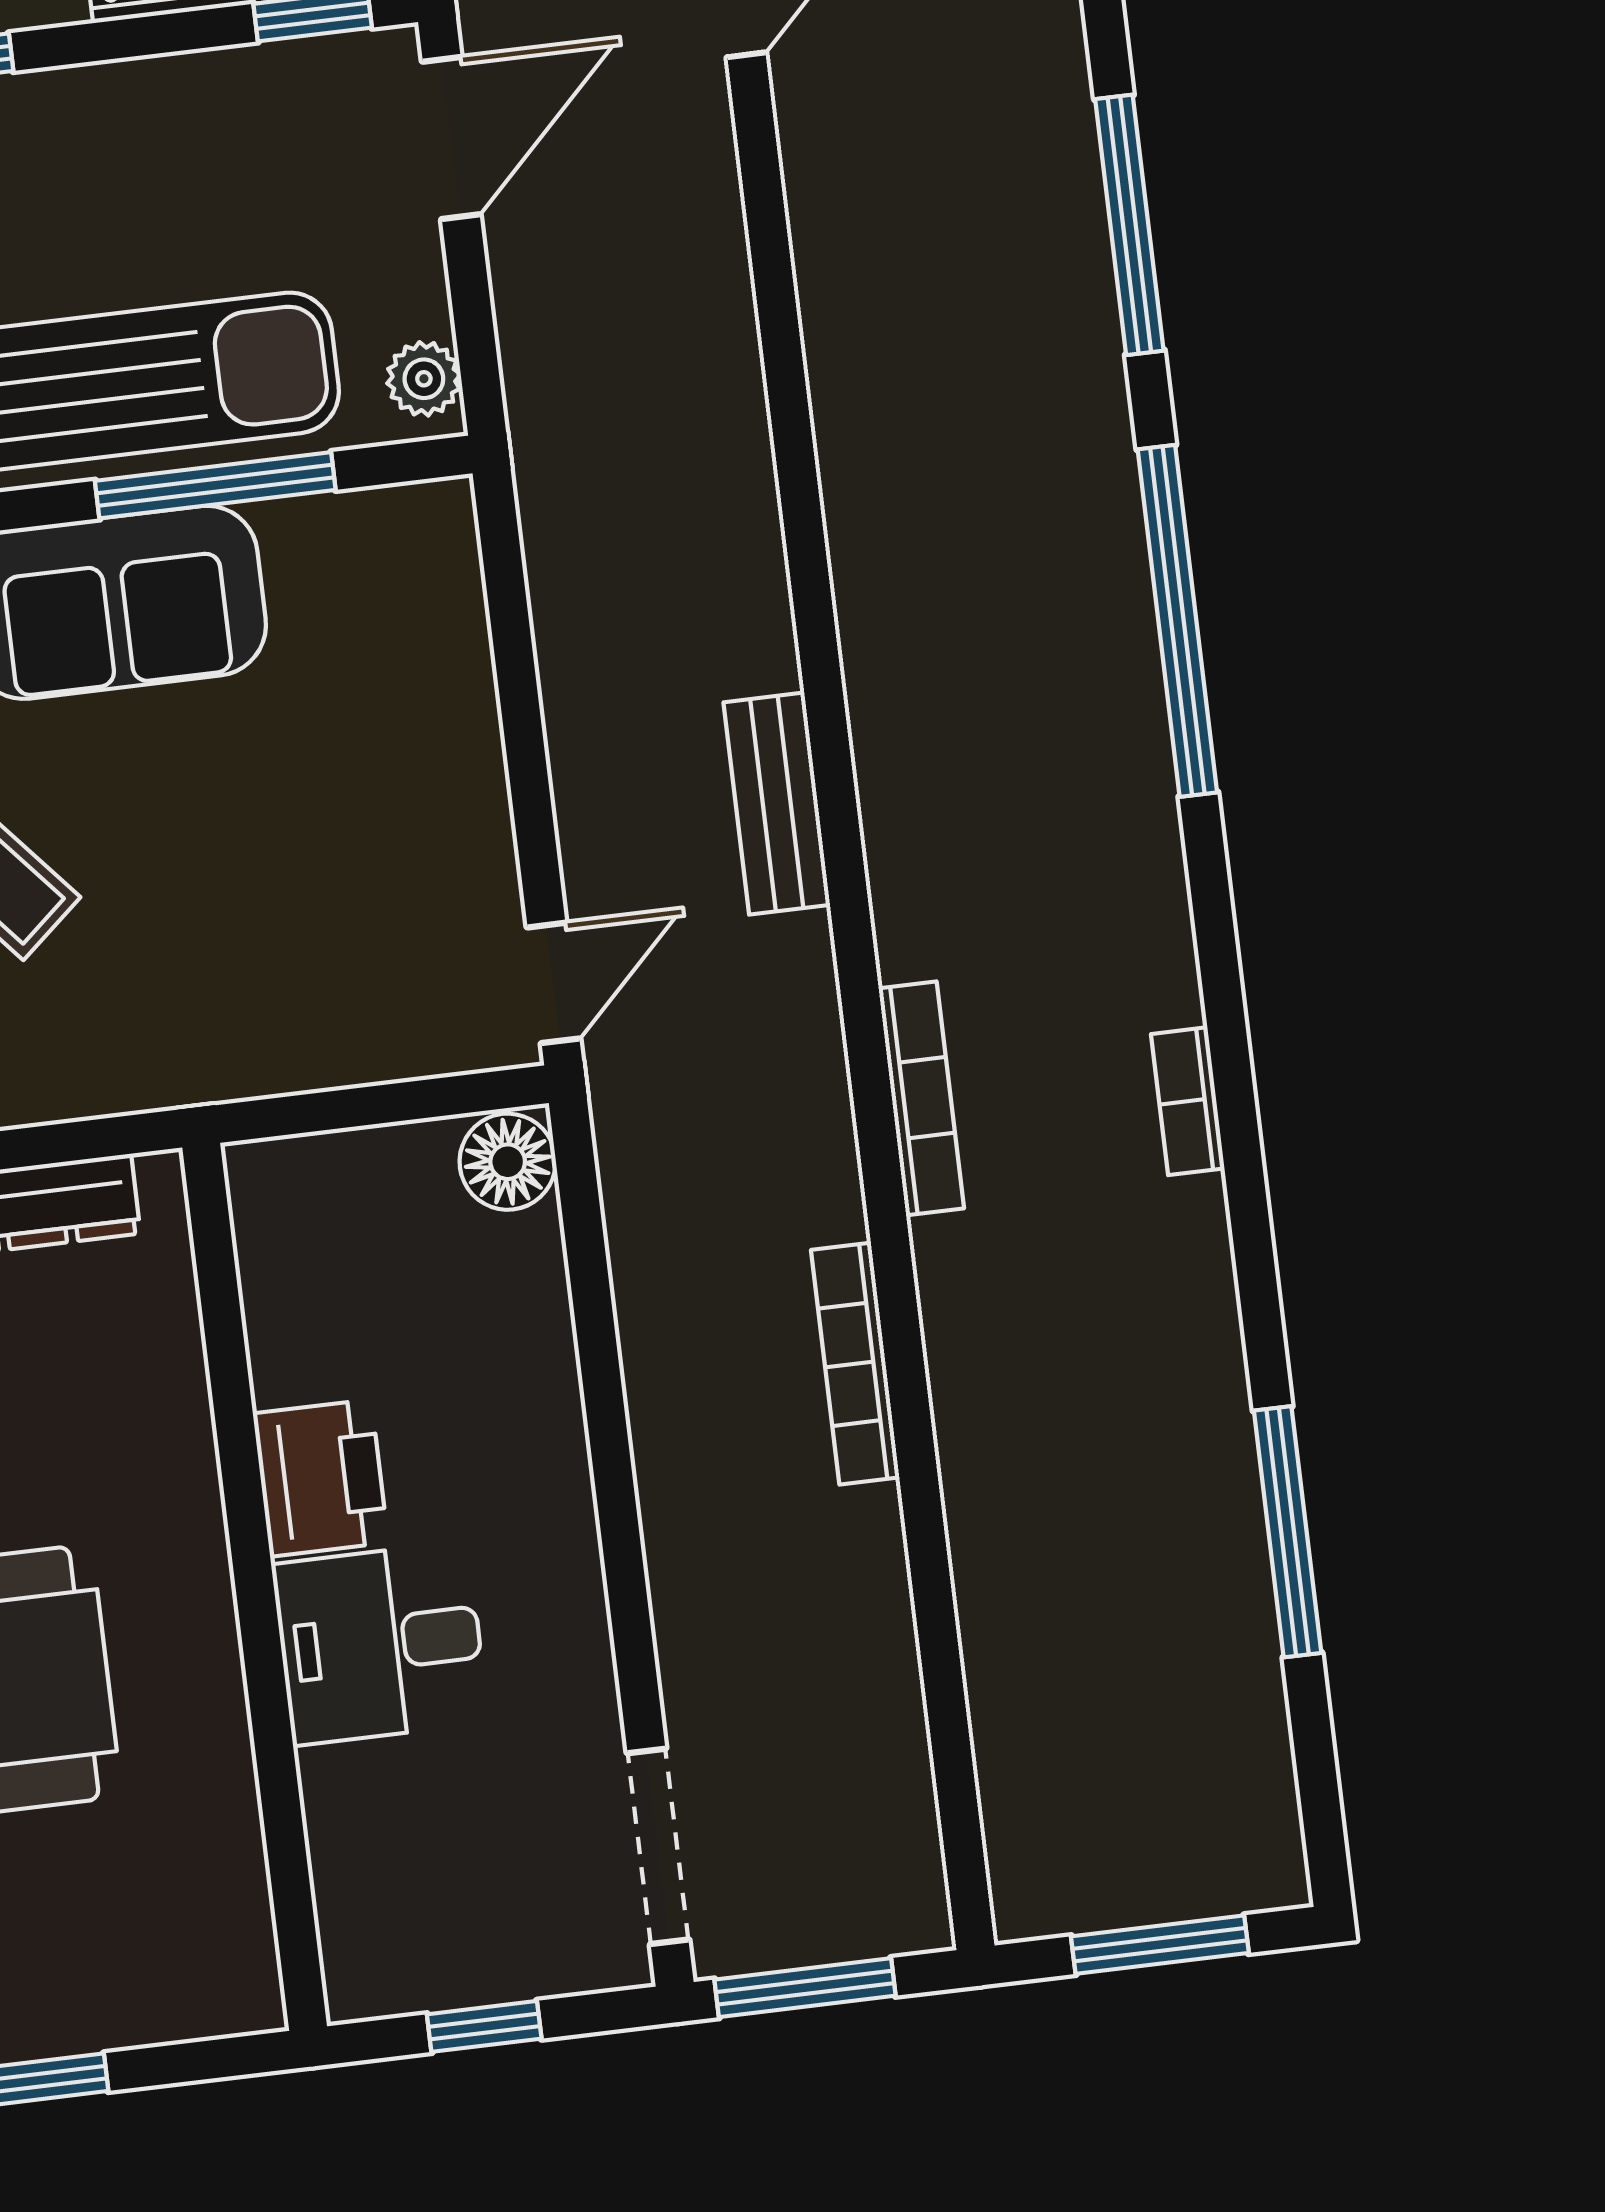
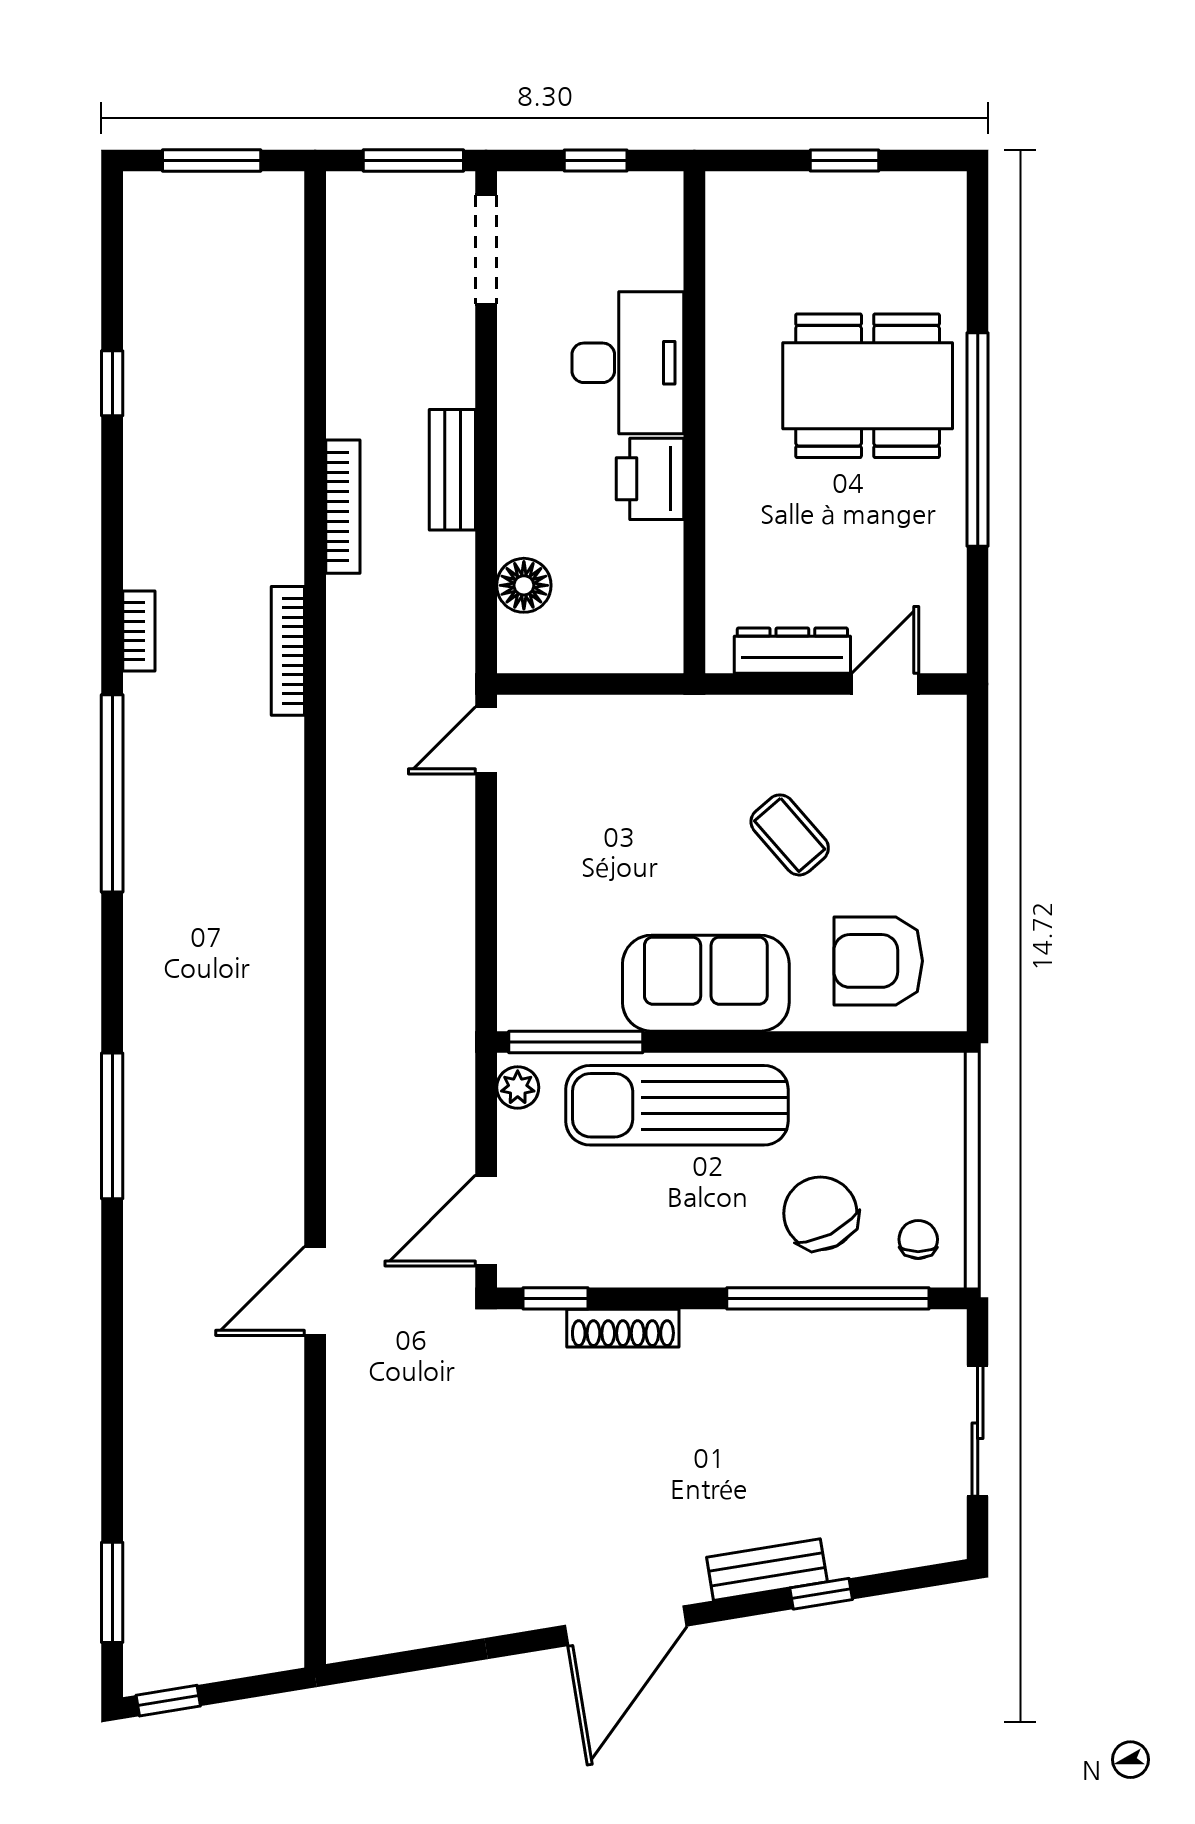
window: (215, 485) -> (576, 1042), moved
window: (1177, 621) -> (112, 793), moved
bench: (777, 804) -> (452, 470), moved
floor lamp: (508, 1162) -> (524, 585), moved
window: (1288, 1532) -> (112, 383), width x0.46
desk: (380, 1643) -> (628, 363), width x1.37

